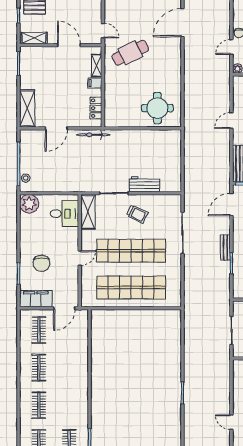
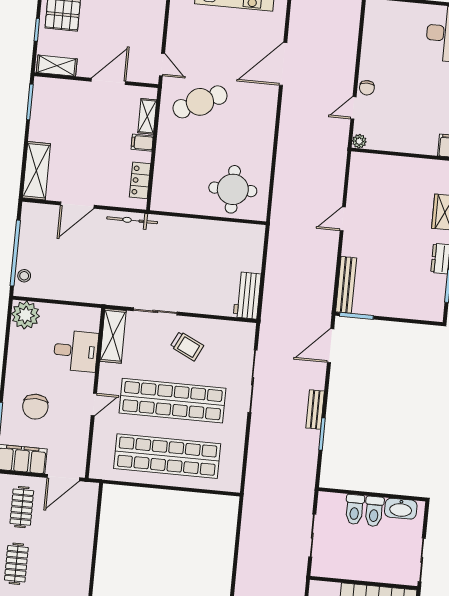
door: (69, 45) -> (108, 81), hinge flipped
workbench: (144, 184) -> (247, 295), moved, turned -90
desk: (64, 214) -> (76, 351), moved

